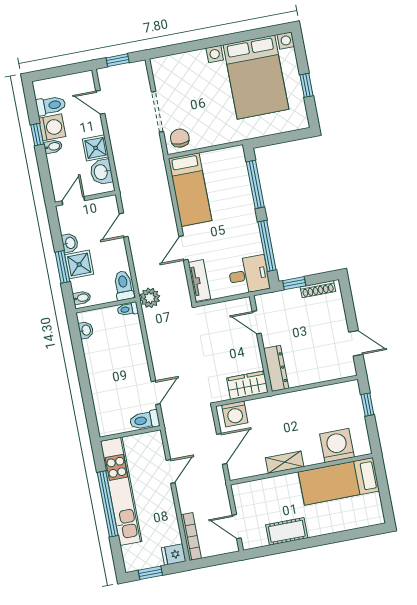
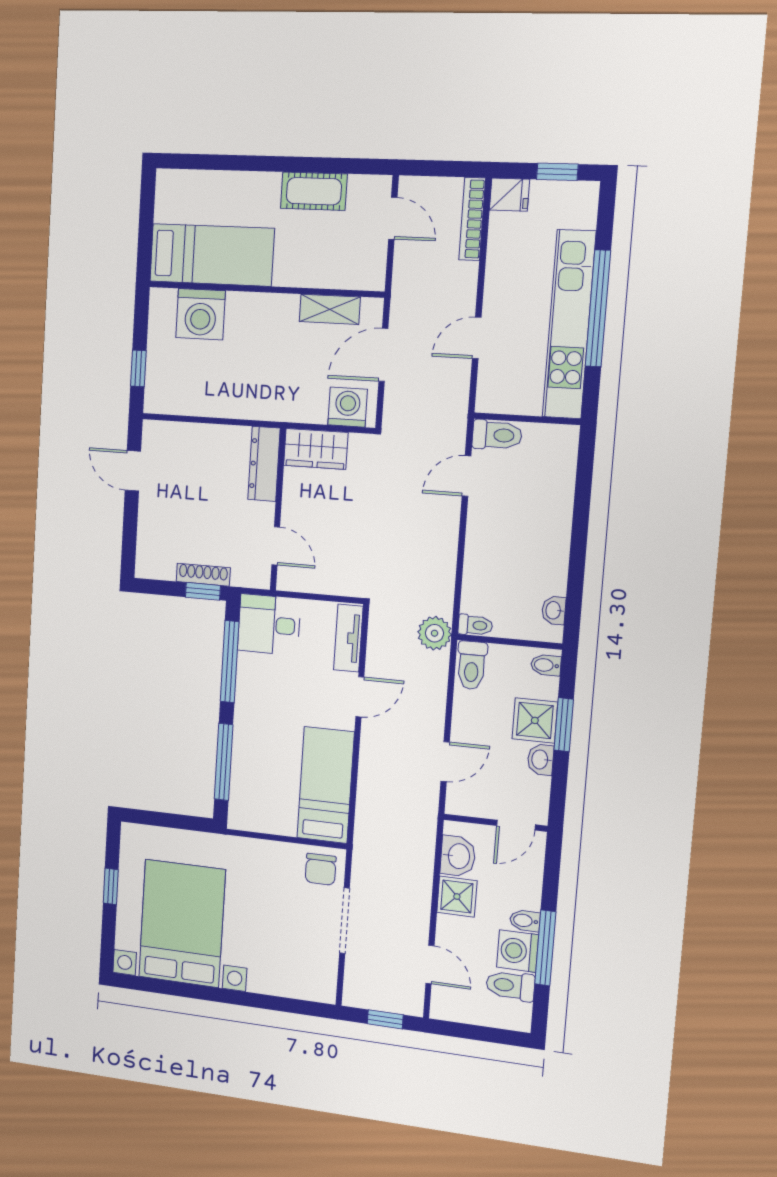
window: (37, 134) -> (545, 948), width x2.17
shoe rack: (318, 289) -> (203, 575), moved
shelving: (285, 462) -> (330, 309), moved

